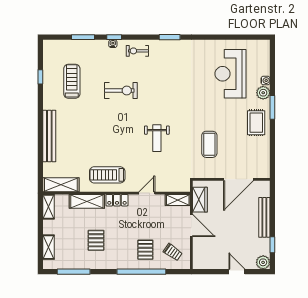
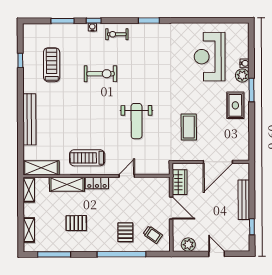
weight bench: (157, 138) -> (137, 121), width x1.36, depth x1.33
shelving: (178, 200) -> (157, 183), removed
pallet: (96, 240) -> (76, 223), turned 90
plant: (263, 262) -> (188, 245), moved

